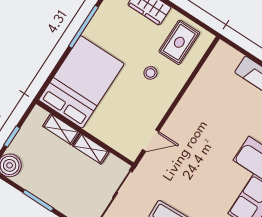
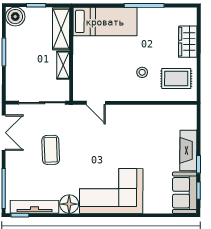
bed: (81, 82) -> (105, 22), width x0.67
shelving: (61, 129) -> (61, 29), width x1.50, depth x1.33

